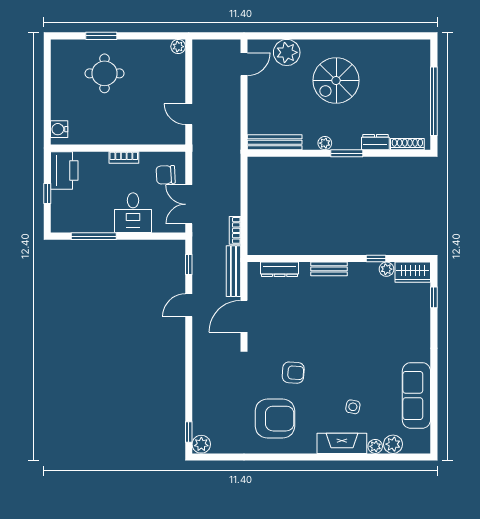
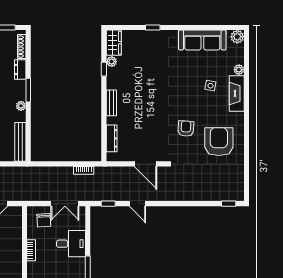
bench: (233, 271) -> (113, 172), removed
window: (434, 297) -> (153, 28), moved
plant: (201, 444) -> (237, 195), removed
plant: (393, 444) -> (237, 37), moved

